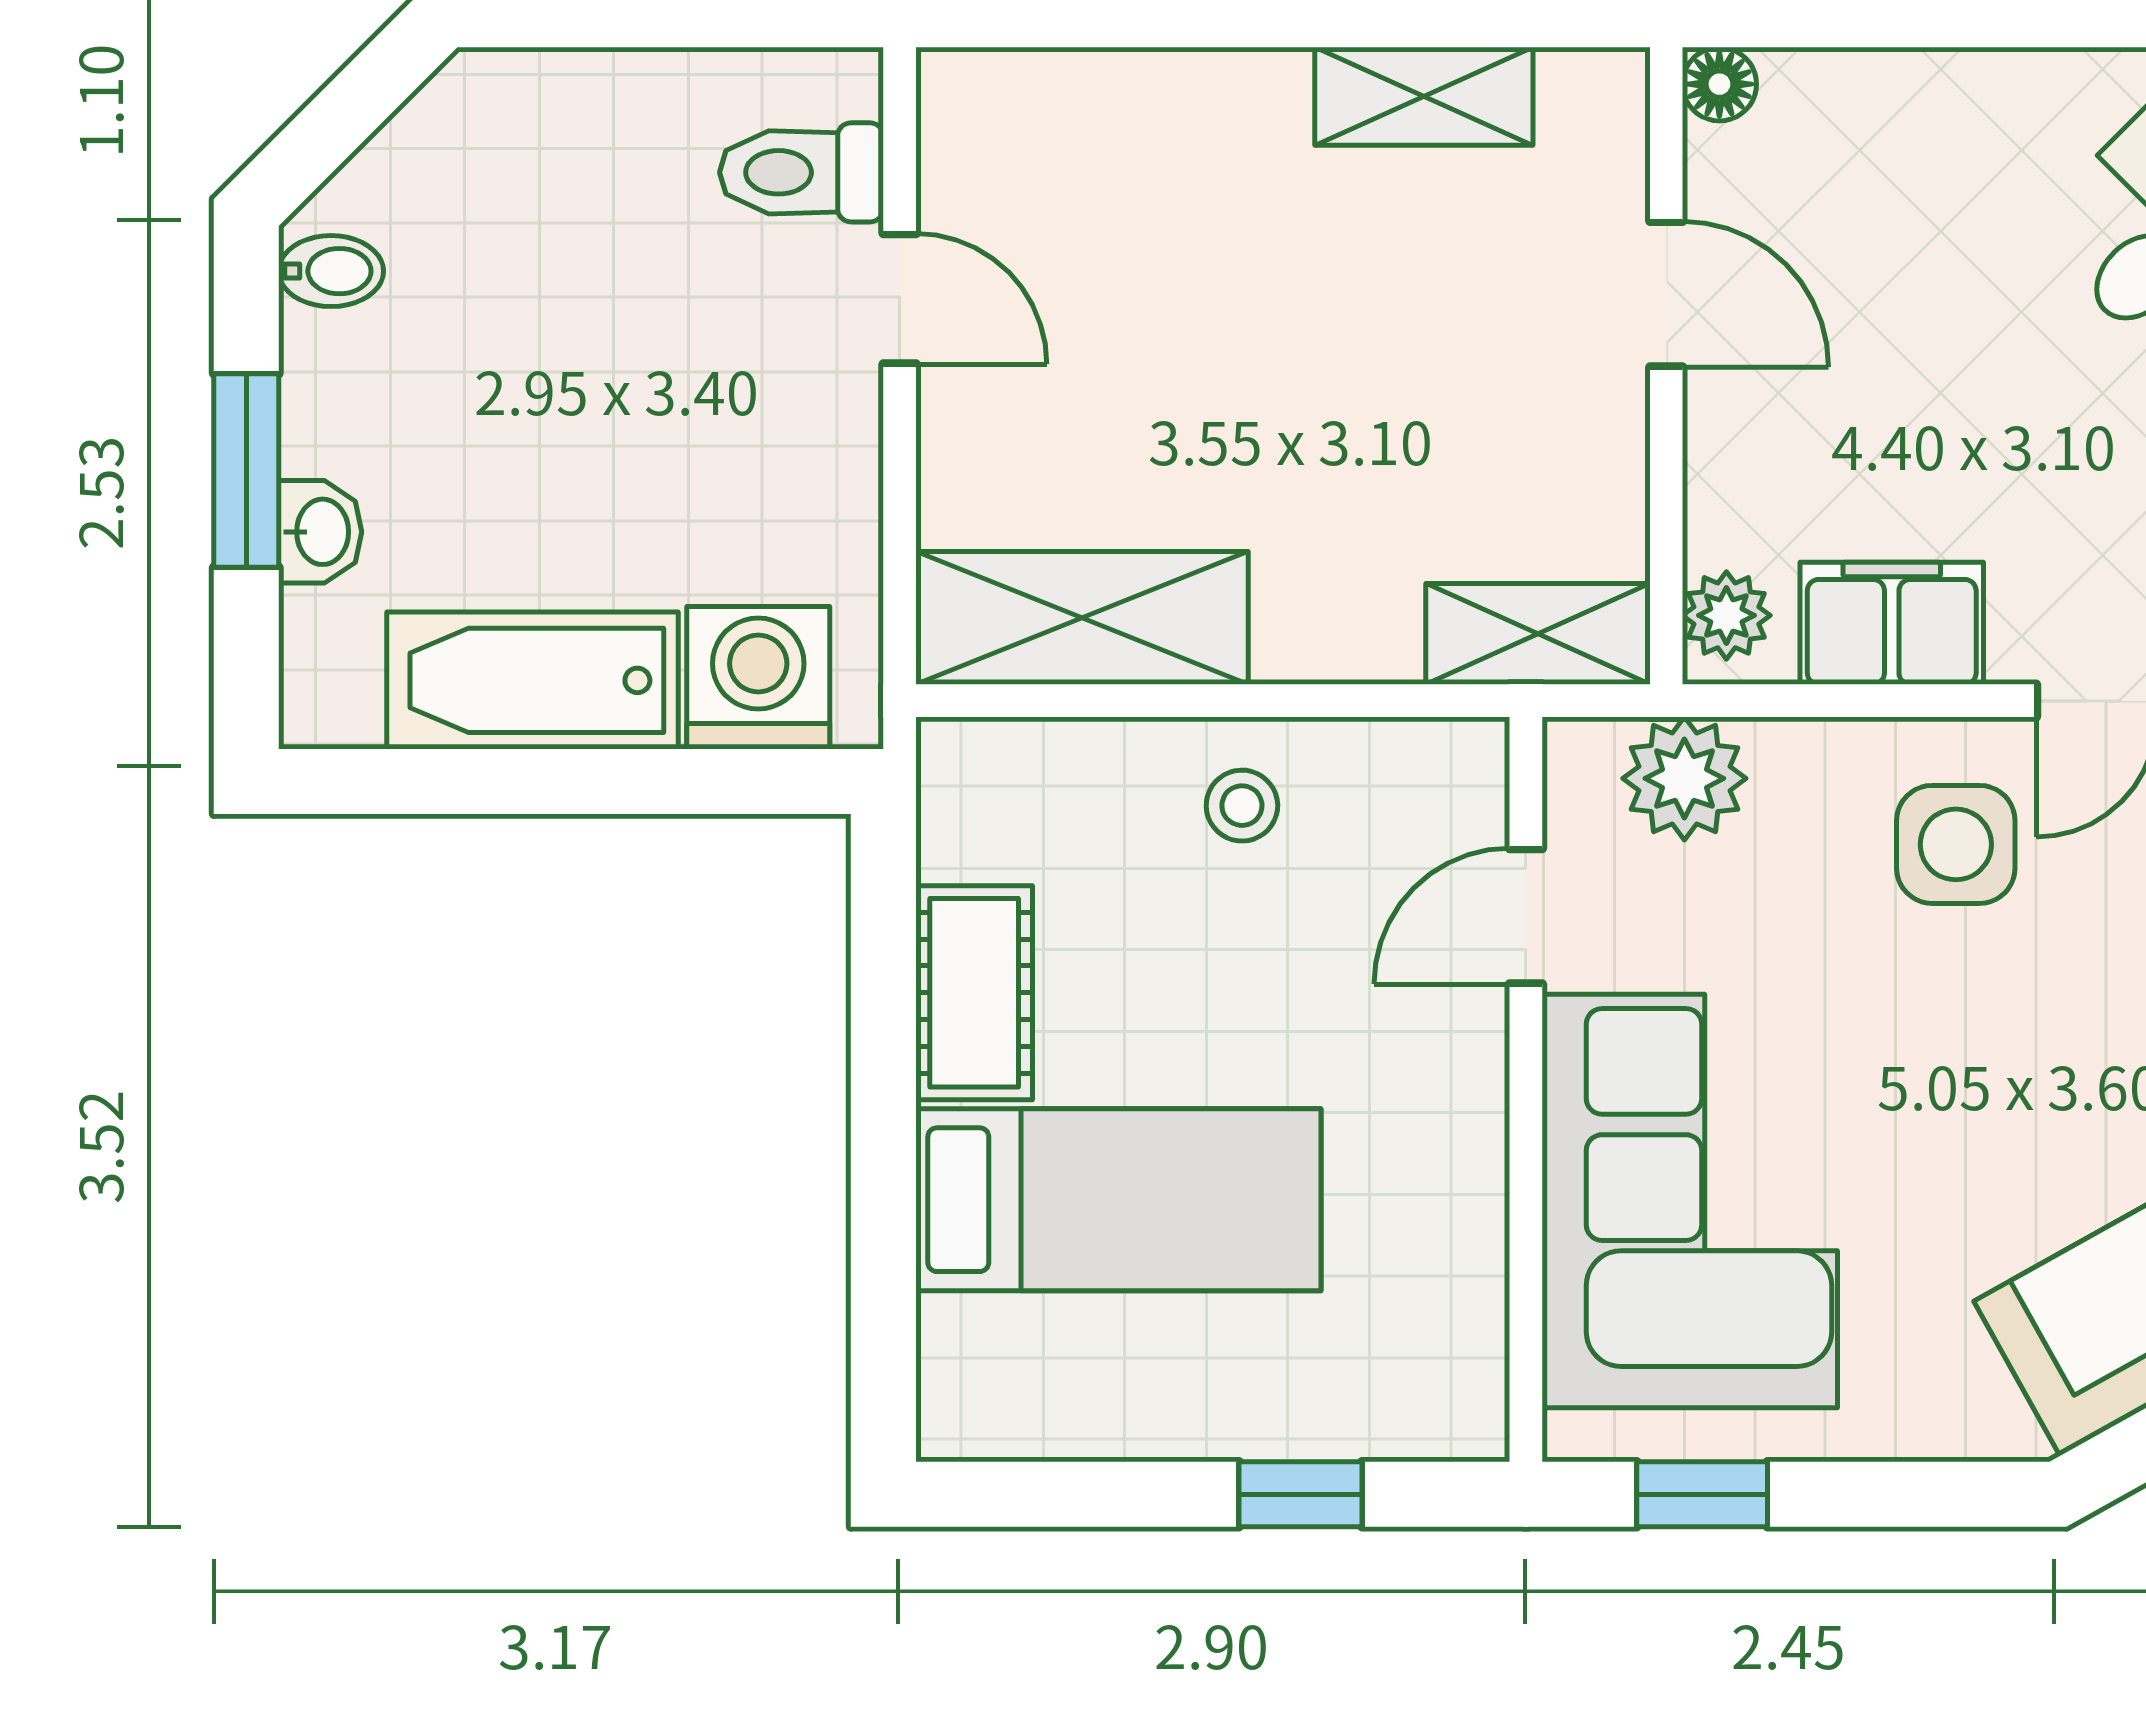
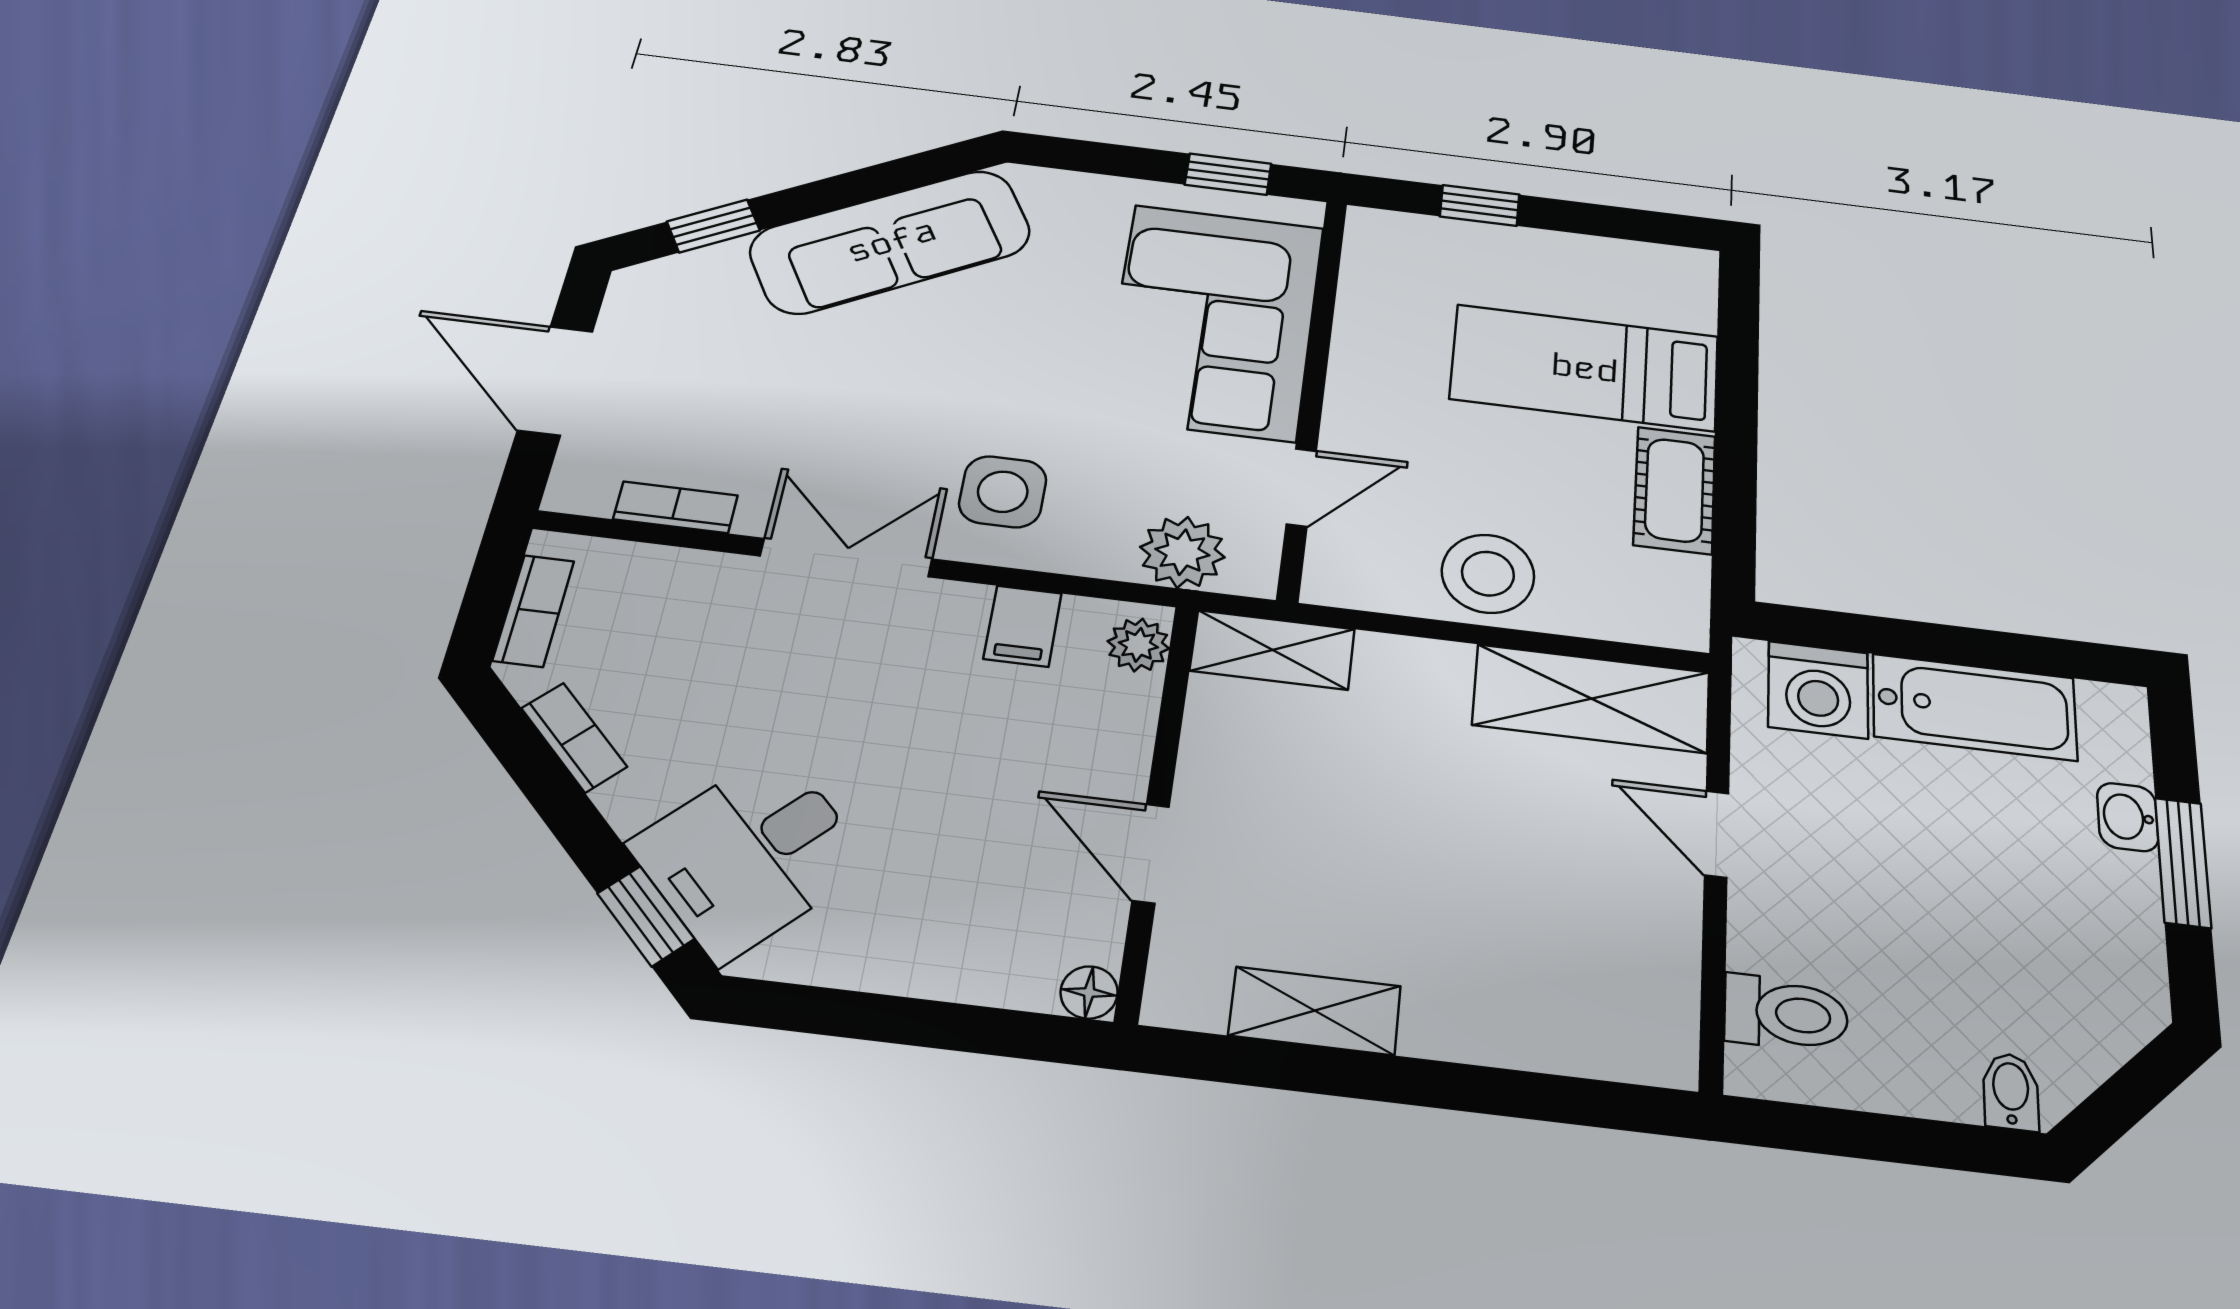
bidet: (331, 271) -> (2011, 1092), moved, turned 90
door: (900, 299) -> (1717, 834), moved
filing cabinet: (1892, 623) -> (1023, 626), width x0.50
stool: (1242, 806) -> (1488, 574), width x1.89, depth x1.89

